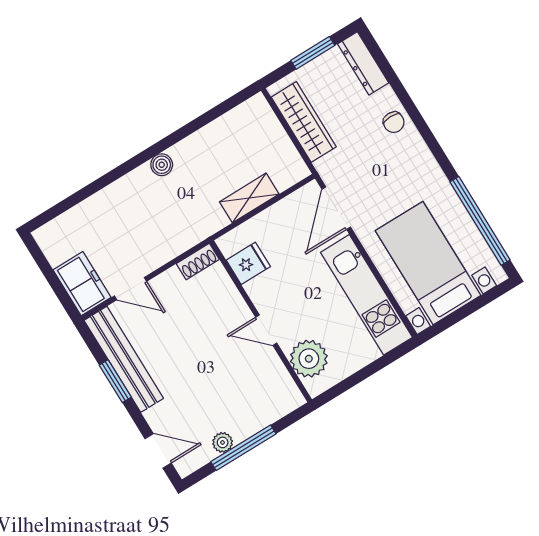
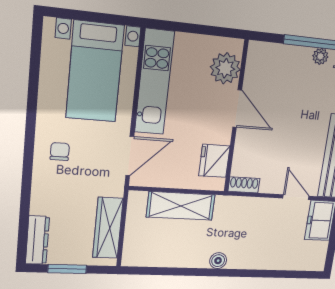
chair: (394, 122) -> (60, 152), moved
shelving: (249, 198) -> (181, 206), width x1.50, depth x1.33
window: (480, 221) -> (34, 74), removed
fridge: (248, 263) -> (214, 161), width x1.38
door: (266, 330) -> (237, 109), width x1.38

